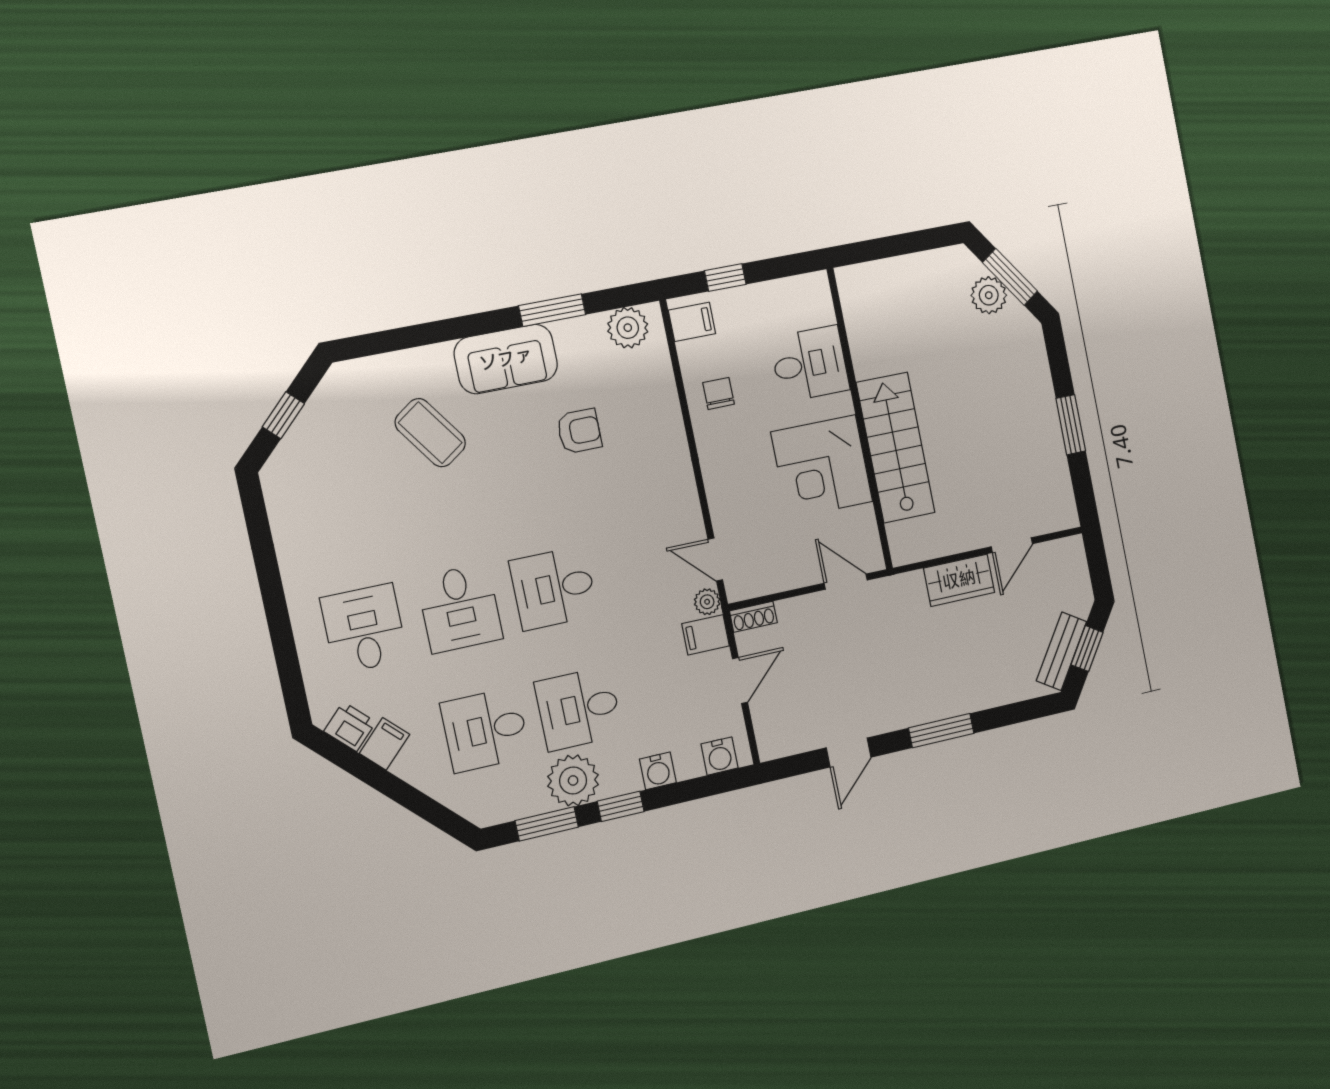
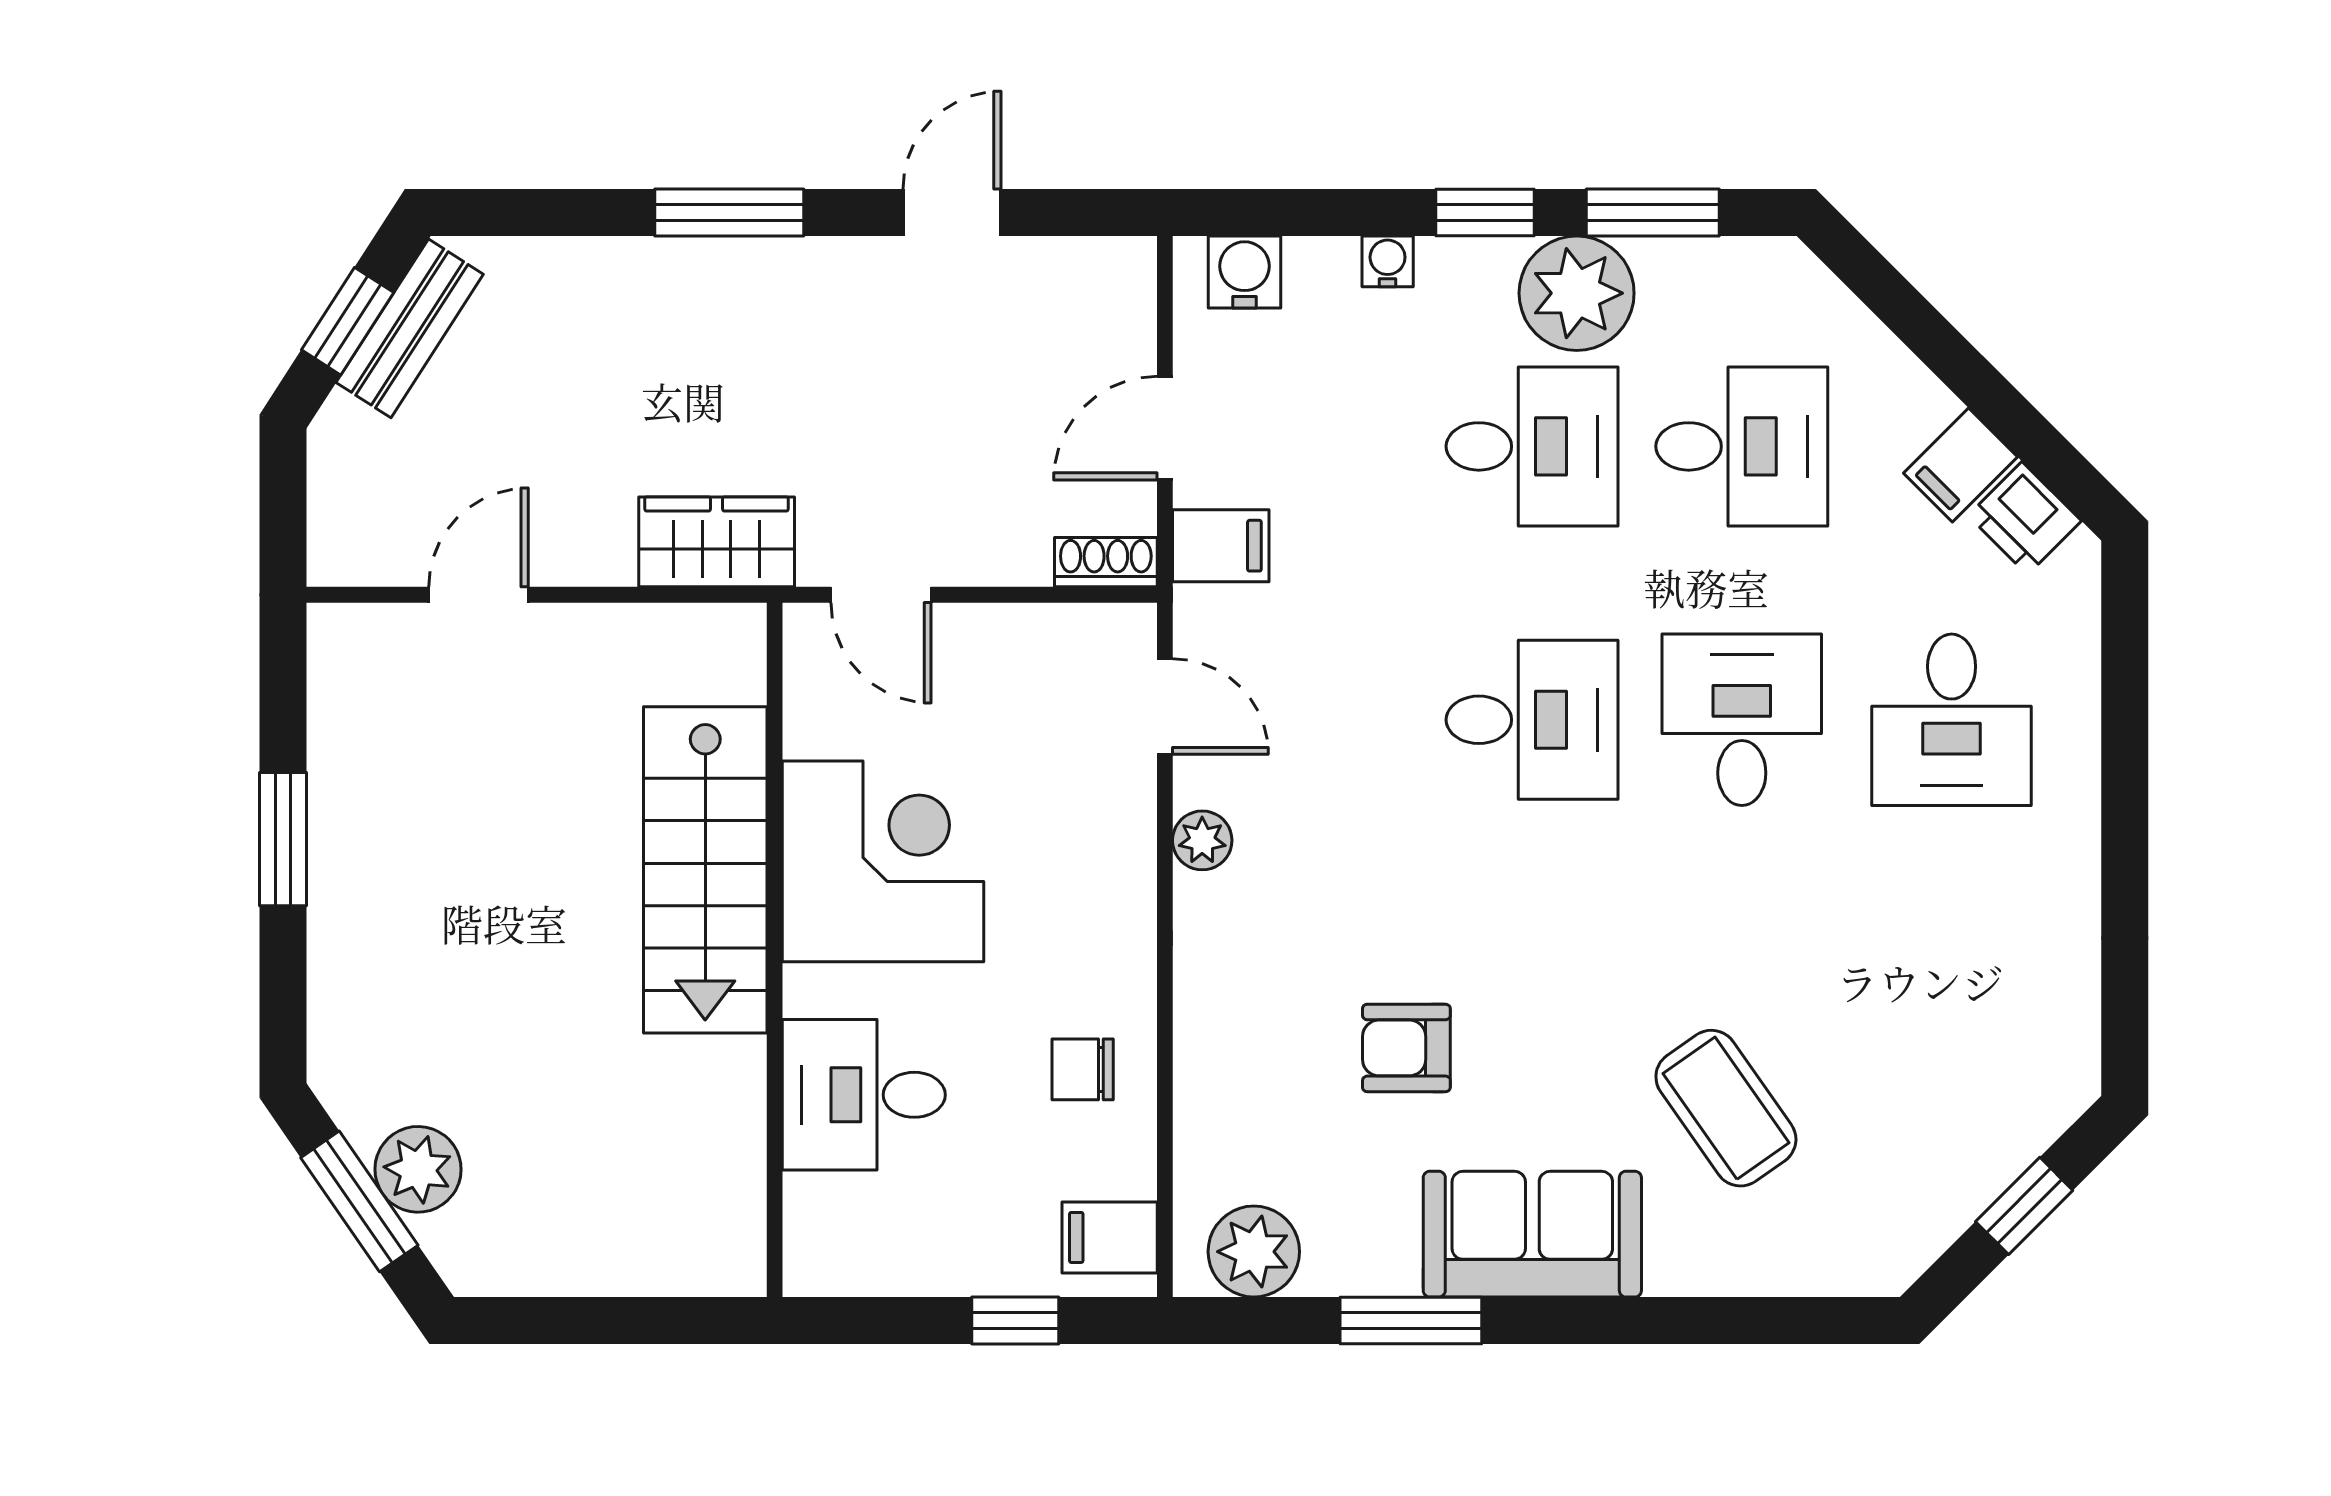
chair: (719, 393) -> (1083, 1069), turned 90
wardrobe: (959, 580) -> (717, 542), moved
plant: (707, 602) -> (1202, 840), moved
water cooler: (658, 771) -> (1388, 261), width x0.72, depth x0.72

